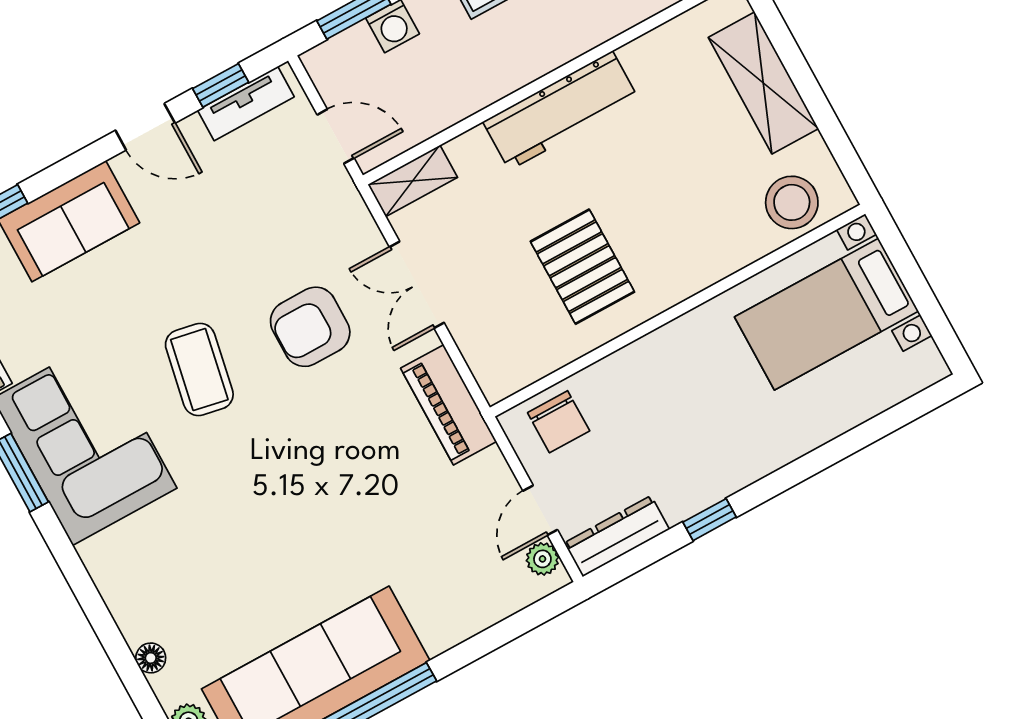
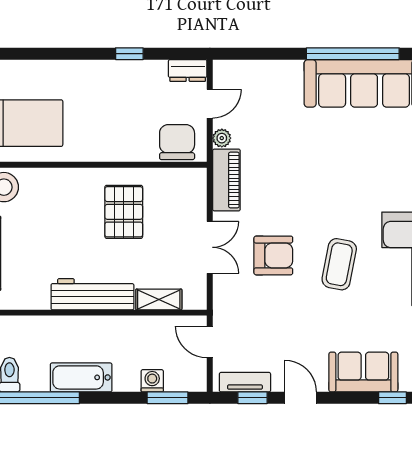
shelving: (413, 181) -> (159, 299), moved
chair: (559, 422) -> (177, 142), width x1.37, depth x1.37
dresser: (617, 536) -> (188, 70), width x0.70
plant: (542, 559) -> (222, 138), moved

